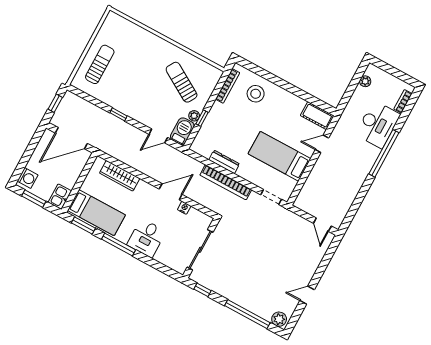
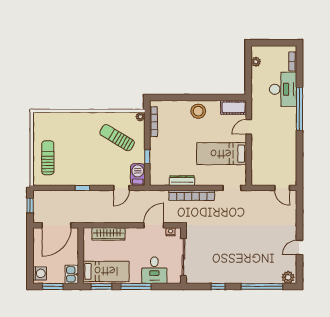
stool: (256, 94) -> (198, 111), moved
plant: (194, 116) -> (140, 117), moved
wall: (201, 248) -> (183, 256), moved
sliding door: (200, 250) -> (183, 257), moved

